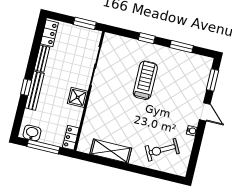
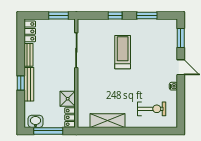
shower: (78, 97) -> (68, 99), moved
exercise bike: (162, 150) -> (152, 109), turned -152

